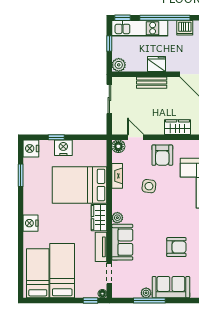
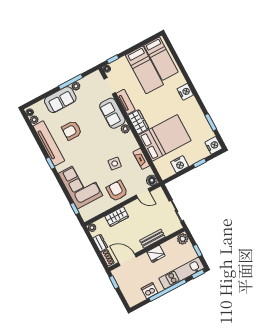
nightstand: (63, 148) -> (180, 164), moved

